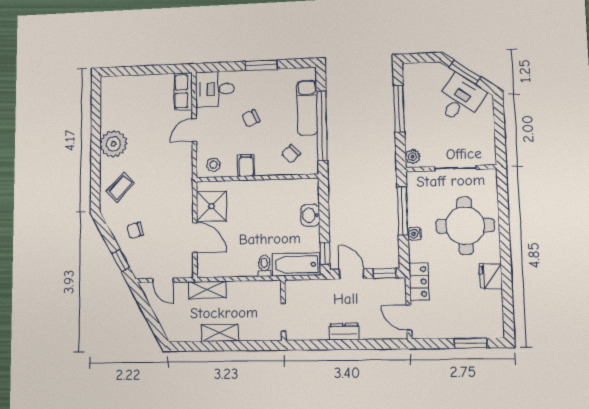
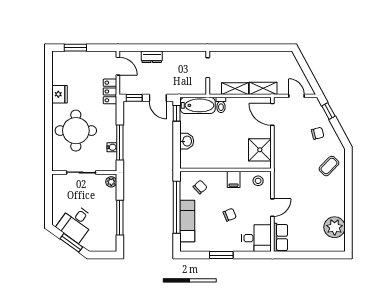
plant: (113, 144) -> (335, 227), moved
water cooler: (415, 234) -> (112, 147), moved
door: (195, 238) -> (272, 114), moved
dresser: (344, 332) -> (152, 57), moved
shelving: (220, 333) -> (235, 89), moved

